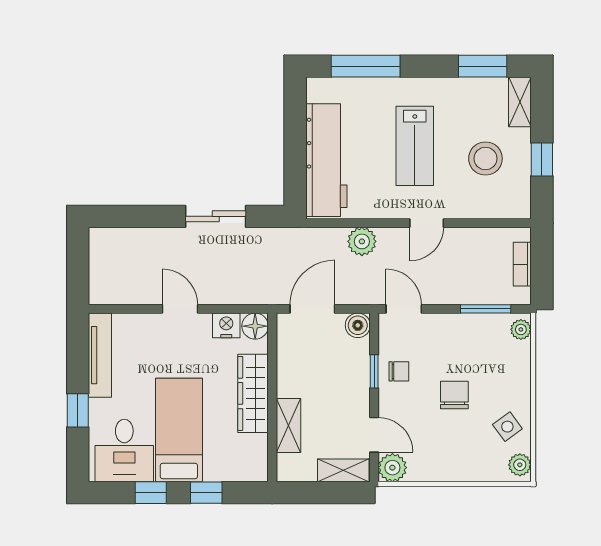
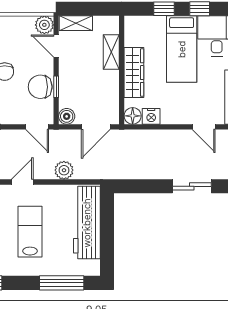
sliding door: (216, 216) -> (192, 186), moved
door: (180, 309) -> (204, 127), moved
chair: (399, 371) -> (40, 87), width x1.87, depth x1.87

